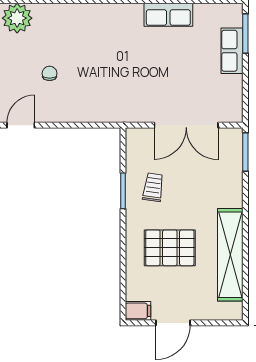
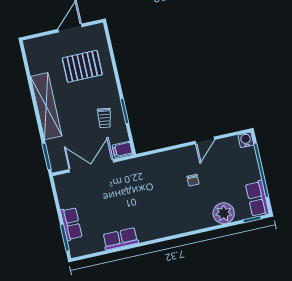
pallet: (170, 248) -> (82, 66), moved
shelving: (230, 255) -> (46, 106), moved
filing cabinet: (138, 311) -> (122, 150), moved

